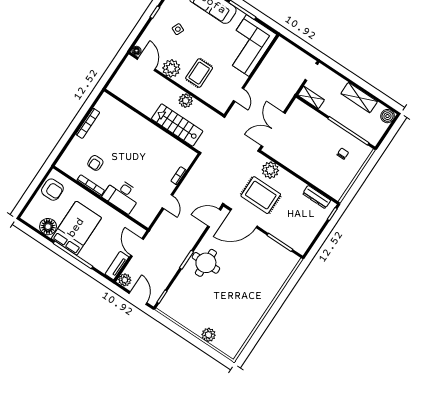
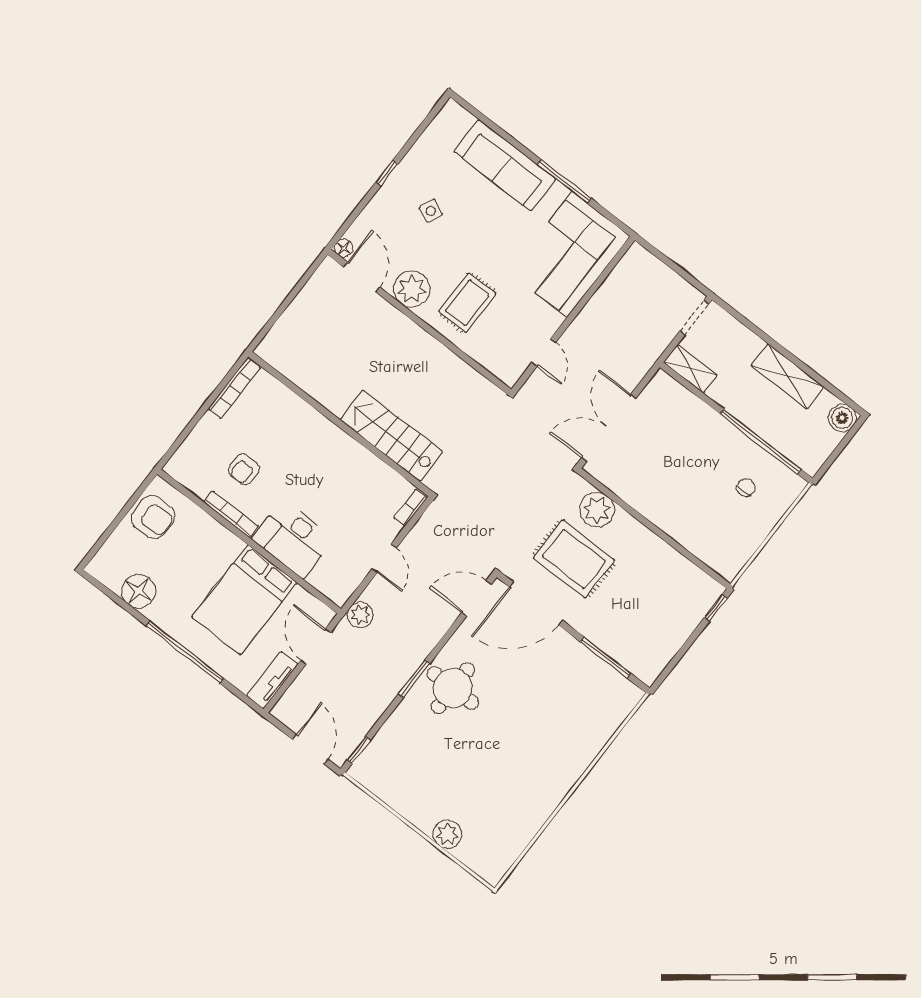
plant: (186, 101) -> (436, 356), removed
wall: (152, 121) -> (340, 424), moved
stairs: (177, 125) -> (391, 436), moved
dresser: (317, 197) -> (687, 571), removed
bed: (76, 228) -> (244, 600), moved, turned 180
plant: (125, 280) -> (360, 615), moved

